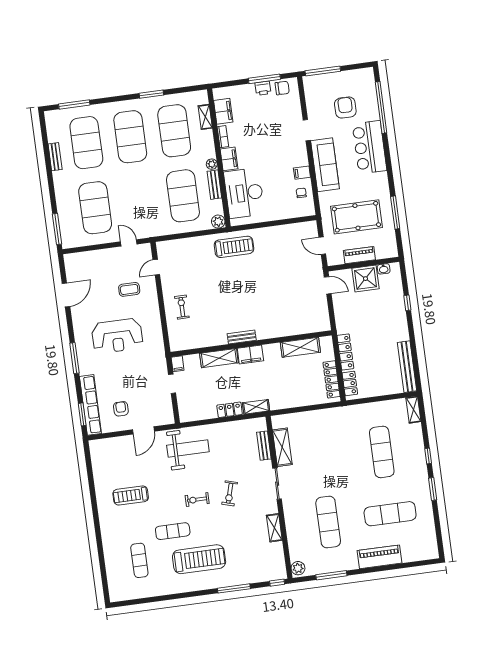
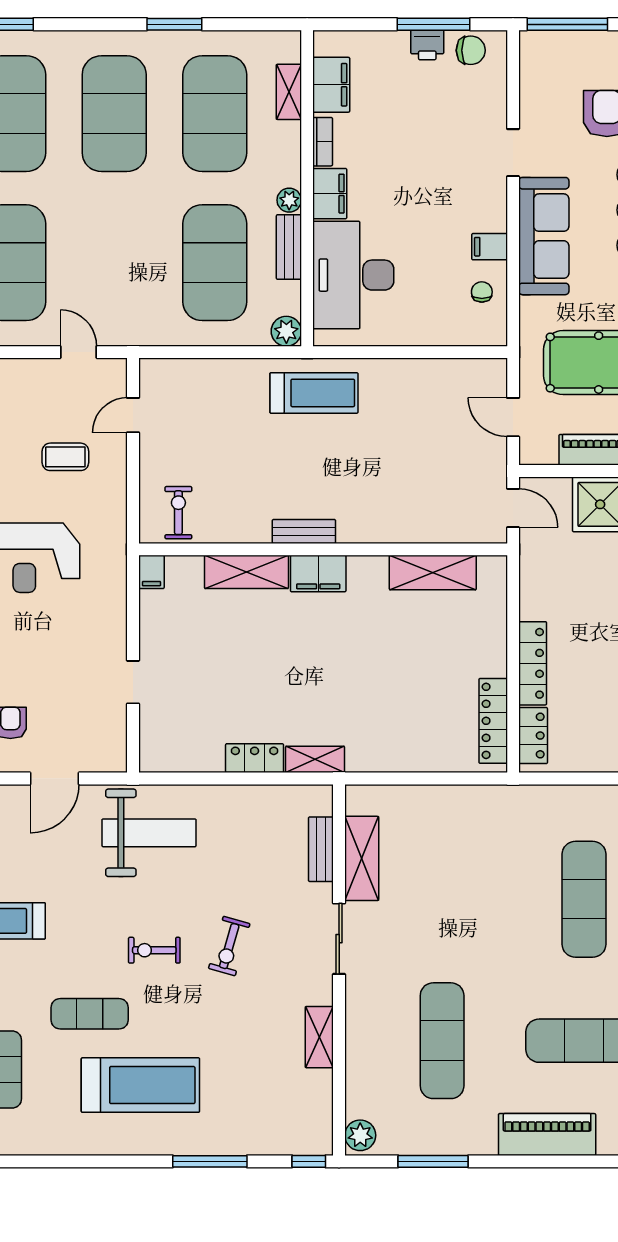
bench: (242, 337) -> (304, 531), moved
wall: (251, 344) -> (323, 549), moved
shelving: (300, 347) -> (433, 572), moved
filing cabinet: (250, 355) -> (318, 574), moved
shelving: (219, 358) -> (246, 572), moved
filing cabinet: (178, 364) -> (151, 572), moved

